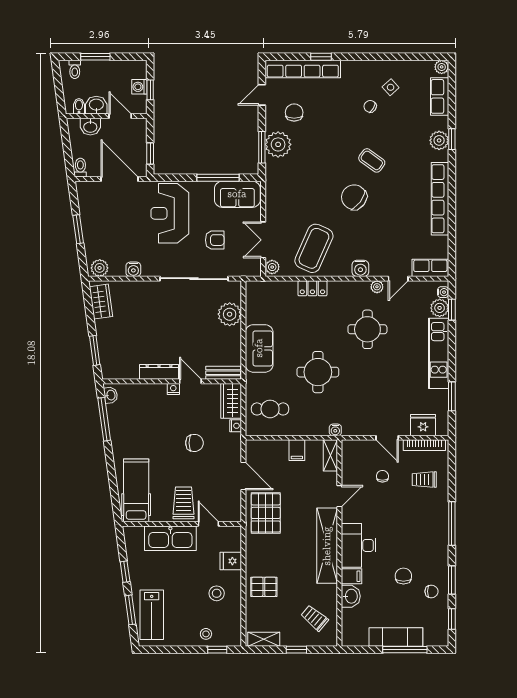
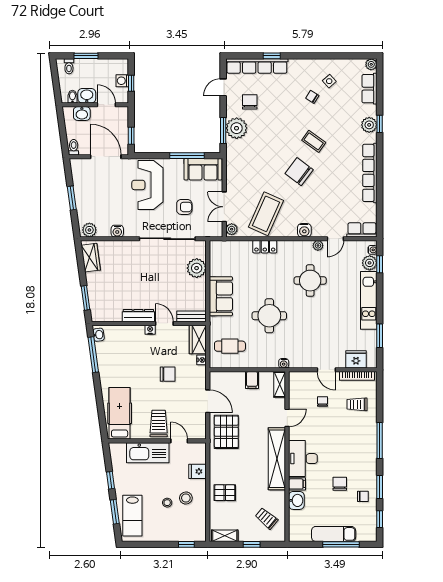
stool: (206, 634) -> (167, 503), moved

